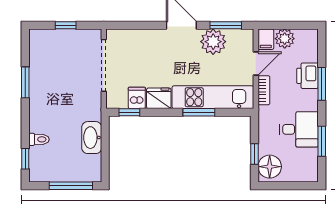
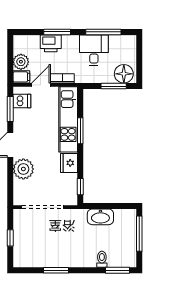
plant: (213, 42) -> (23, 169), moved
door: (256, 64) -> (41, 85), hinge flipped
dishwasher: (137, 98) -> (22, 101), moved, turned 180
window: (322, 141) -> (103, 32), width x1.44
window: (254, 154) -> (114, 86), width x1.50
window: (25, 159) -> (117, 270), width x1.50

